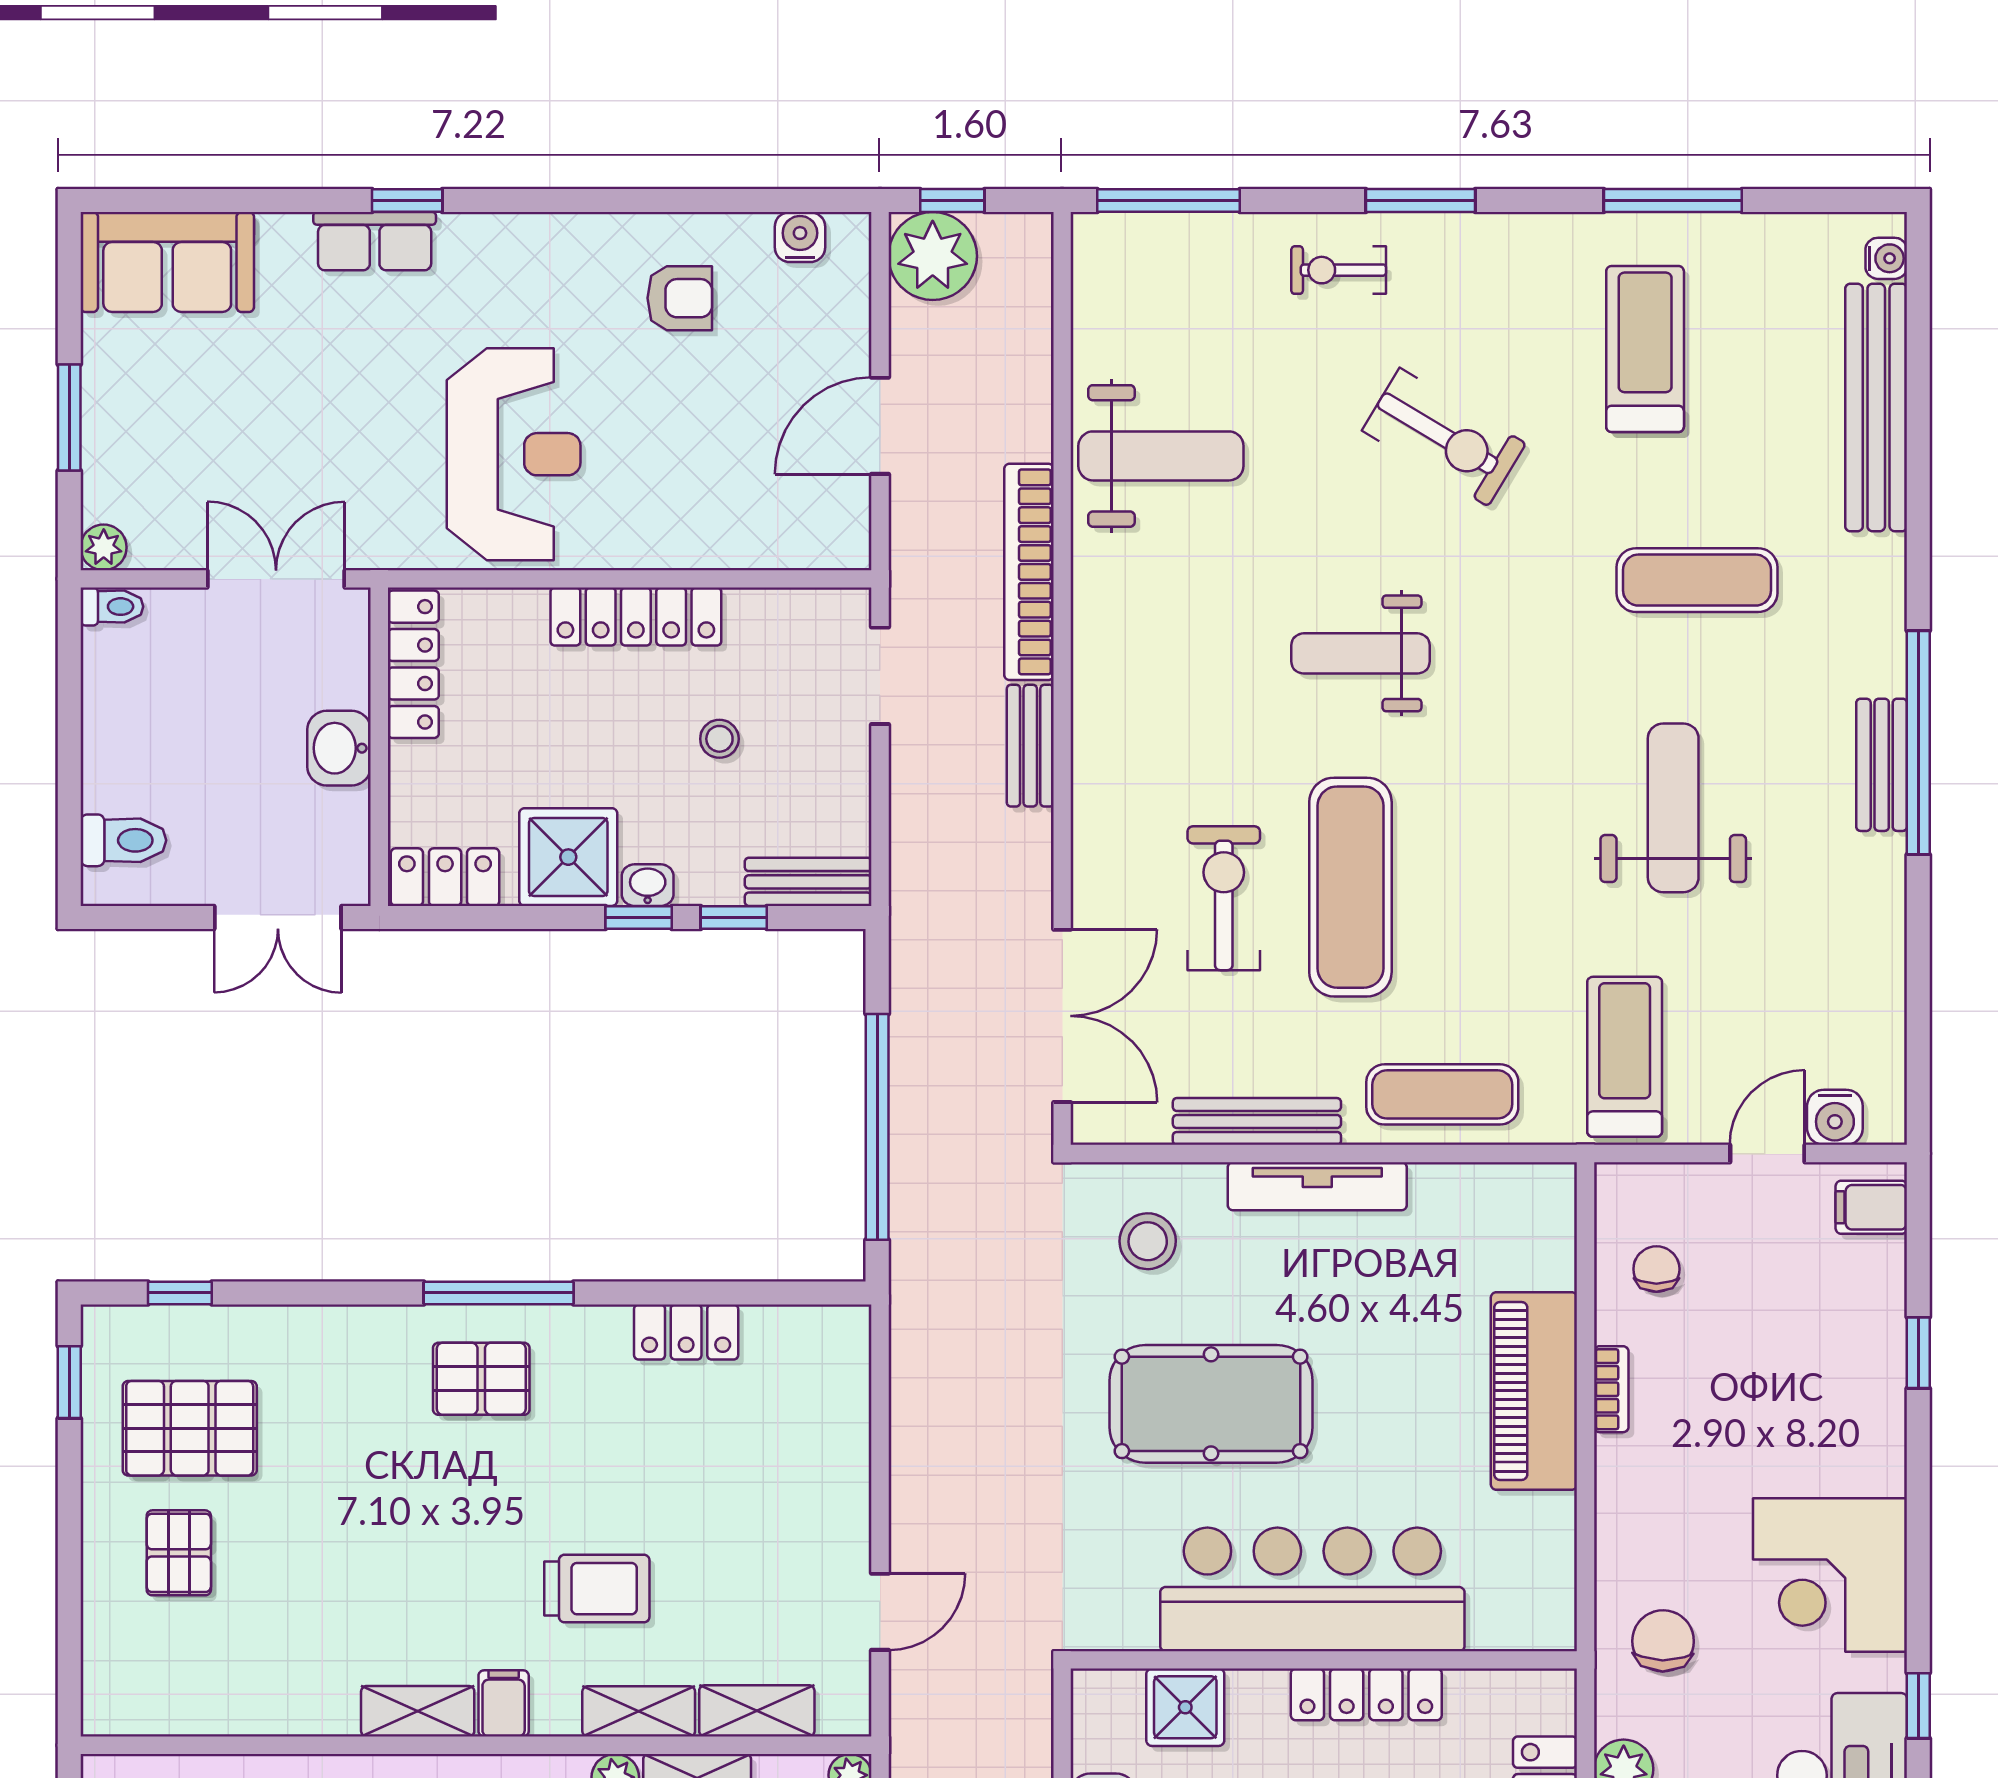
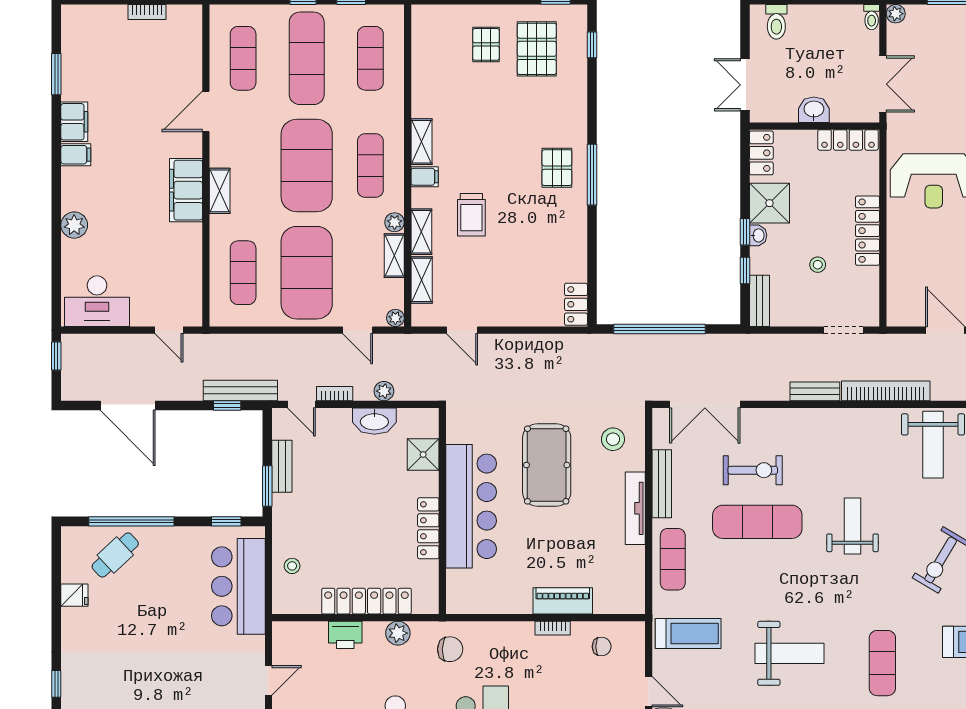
locker: (686, 1332) -> (576, 304), moved
piano: (1534, 1391) -> (563, 601), width x0.73, depth x0.75
pallet: (179, 1553) -> (486, 44), turned 90

